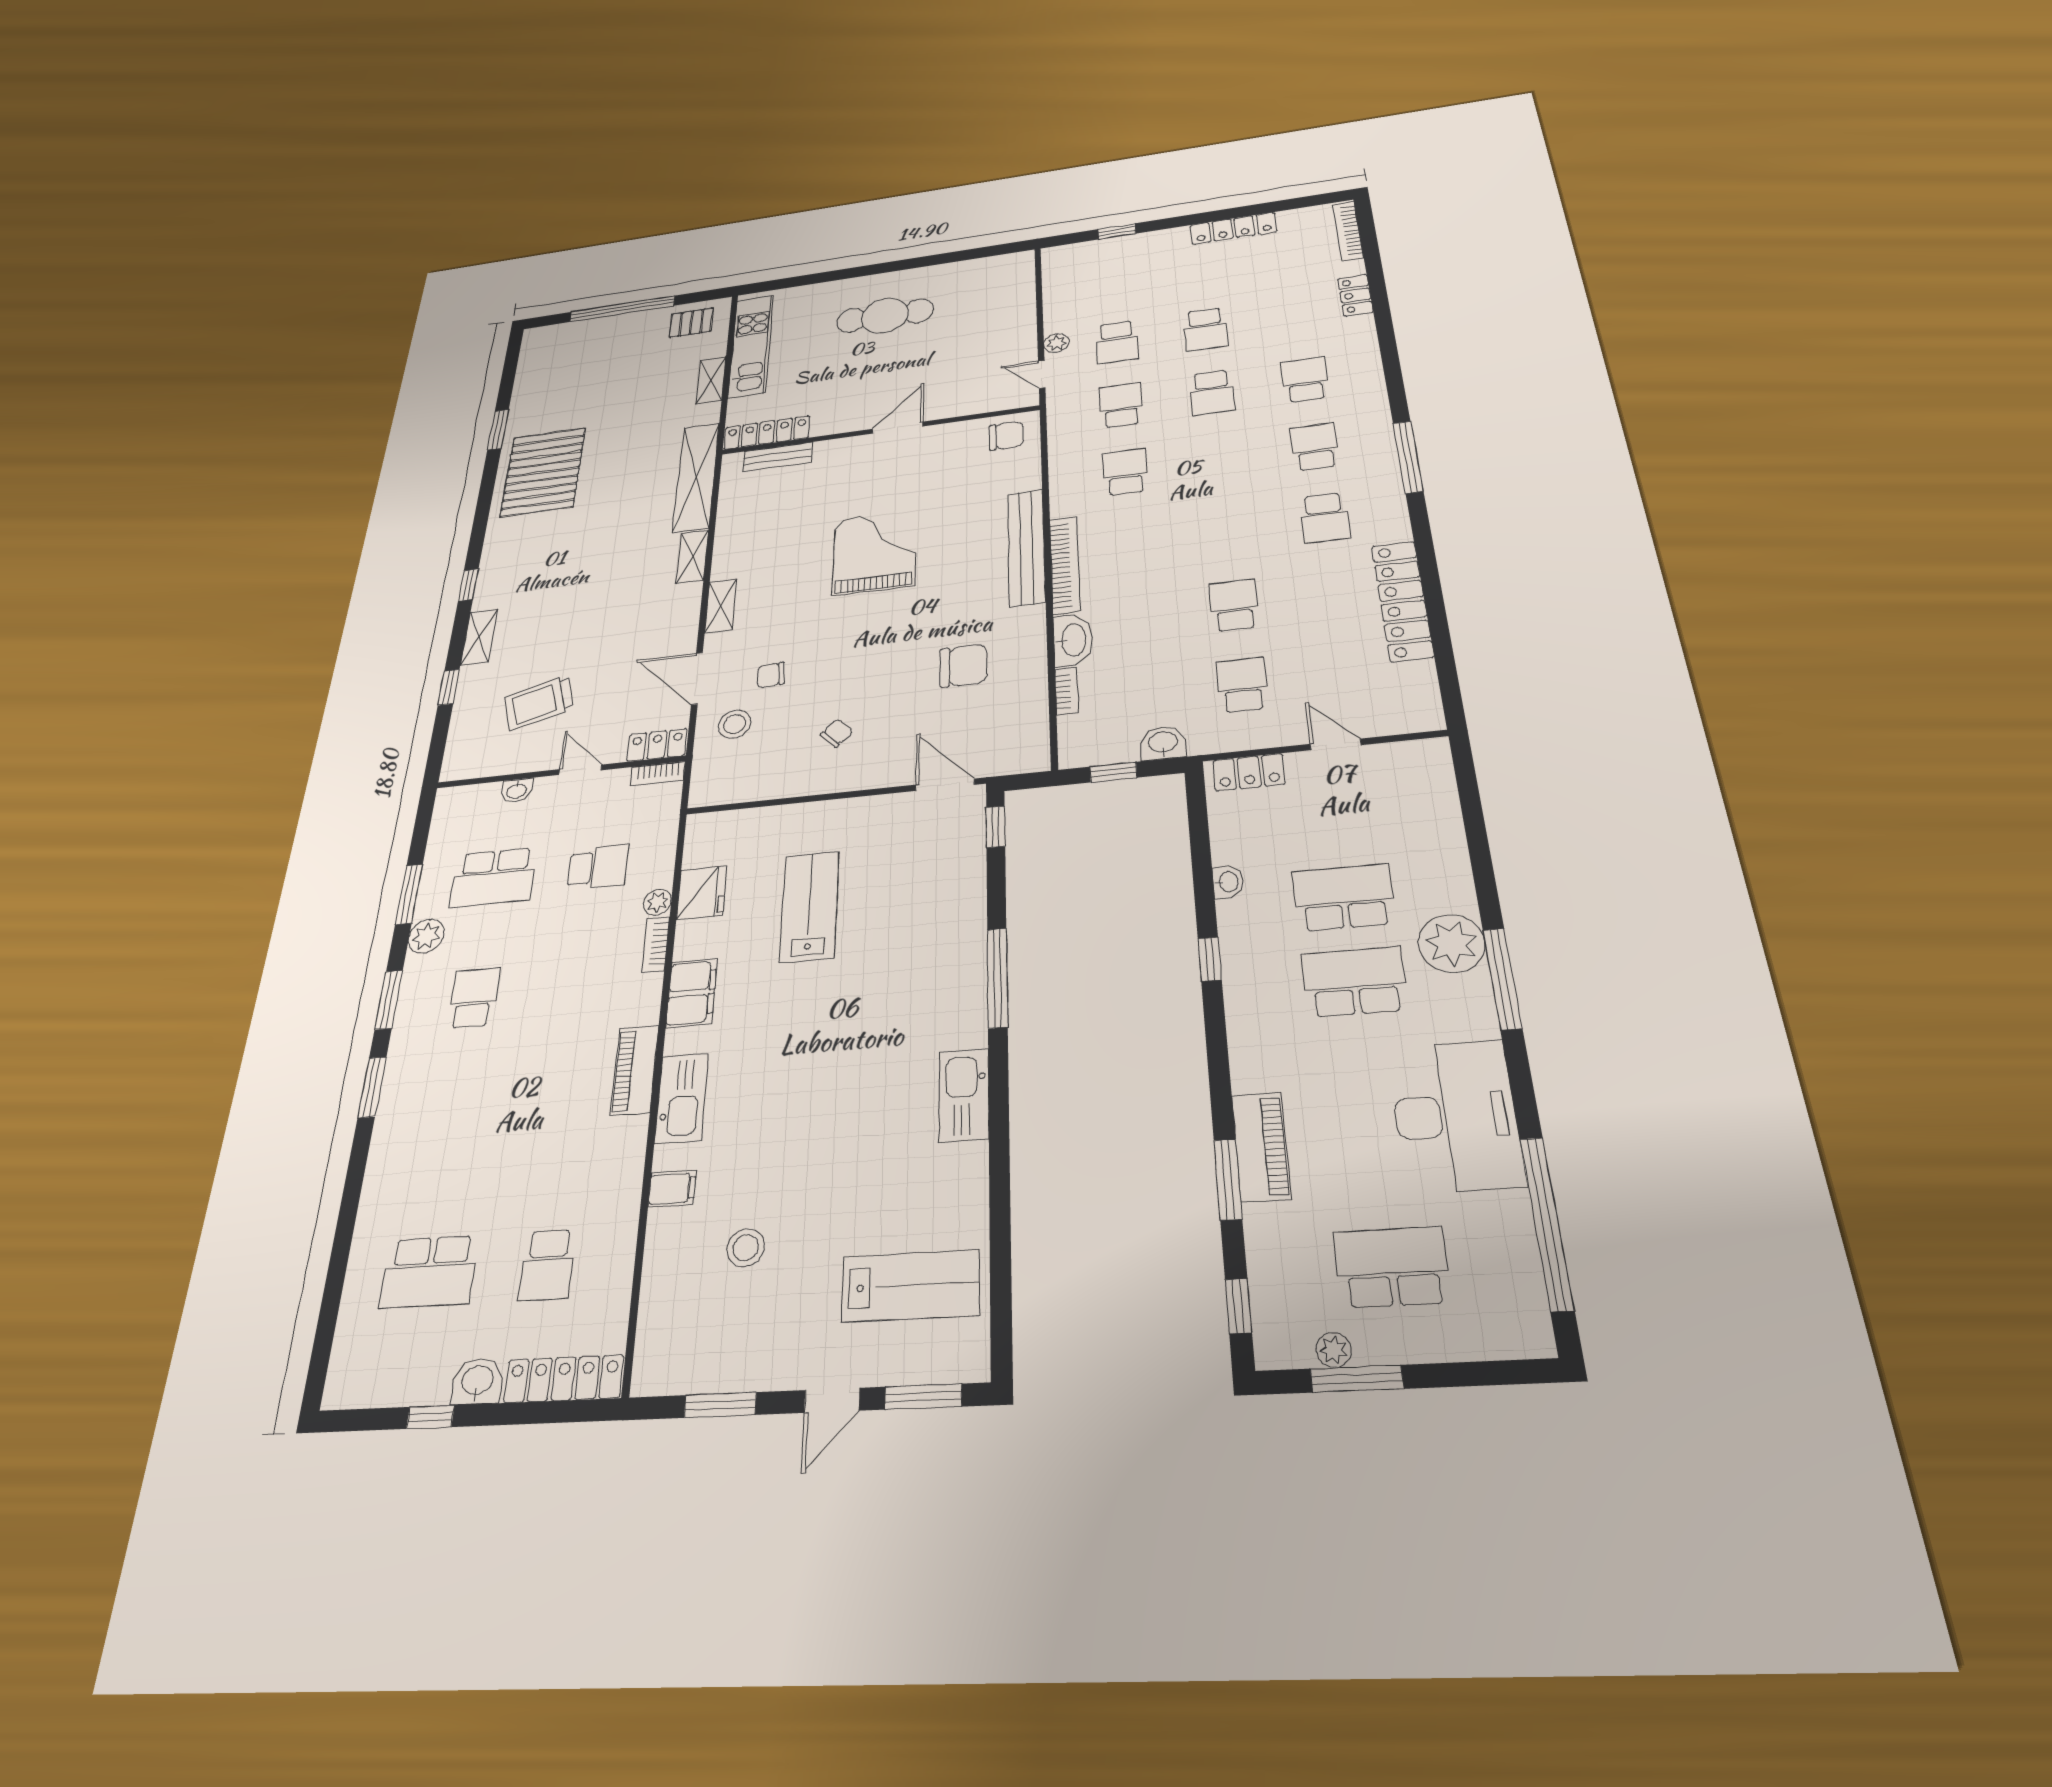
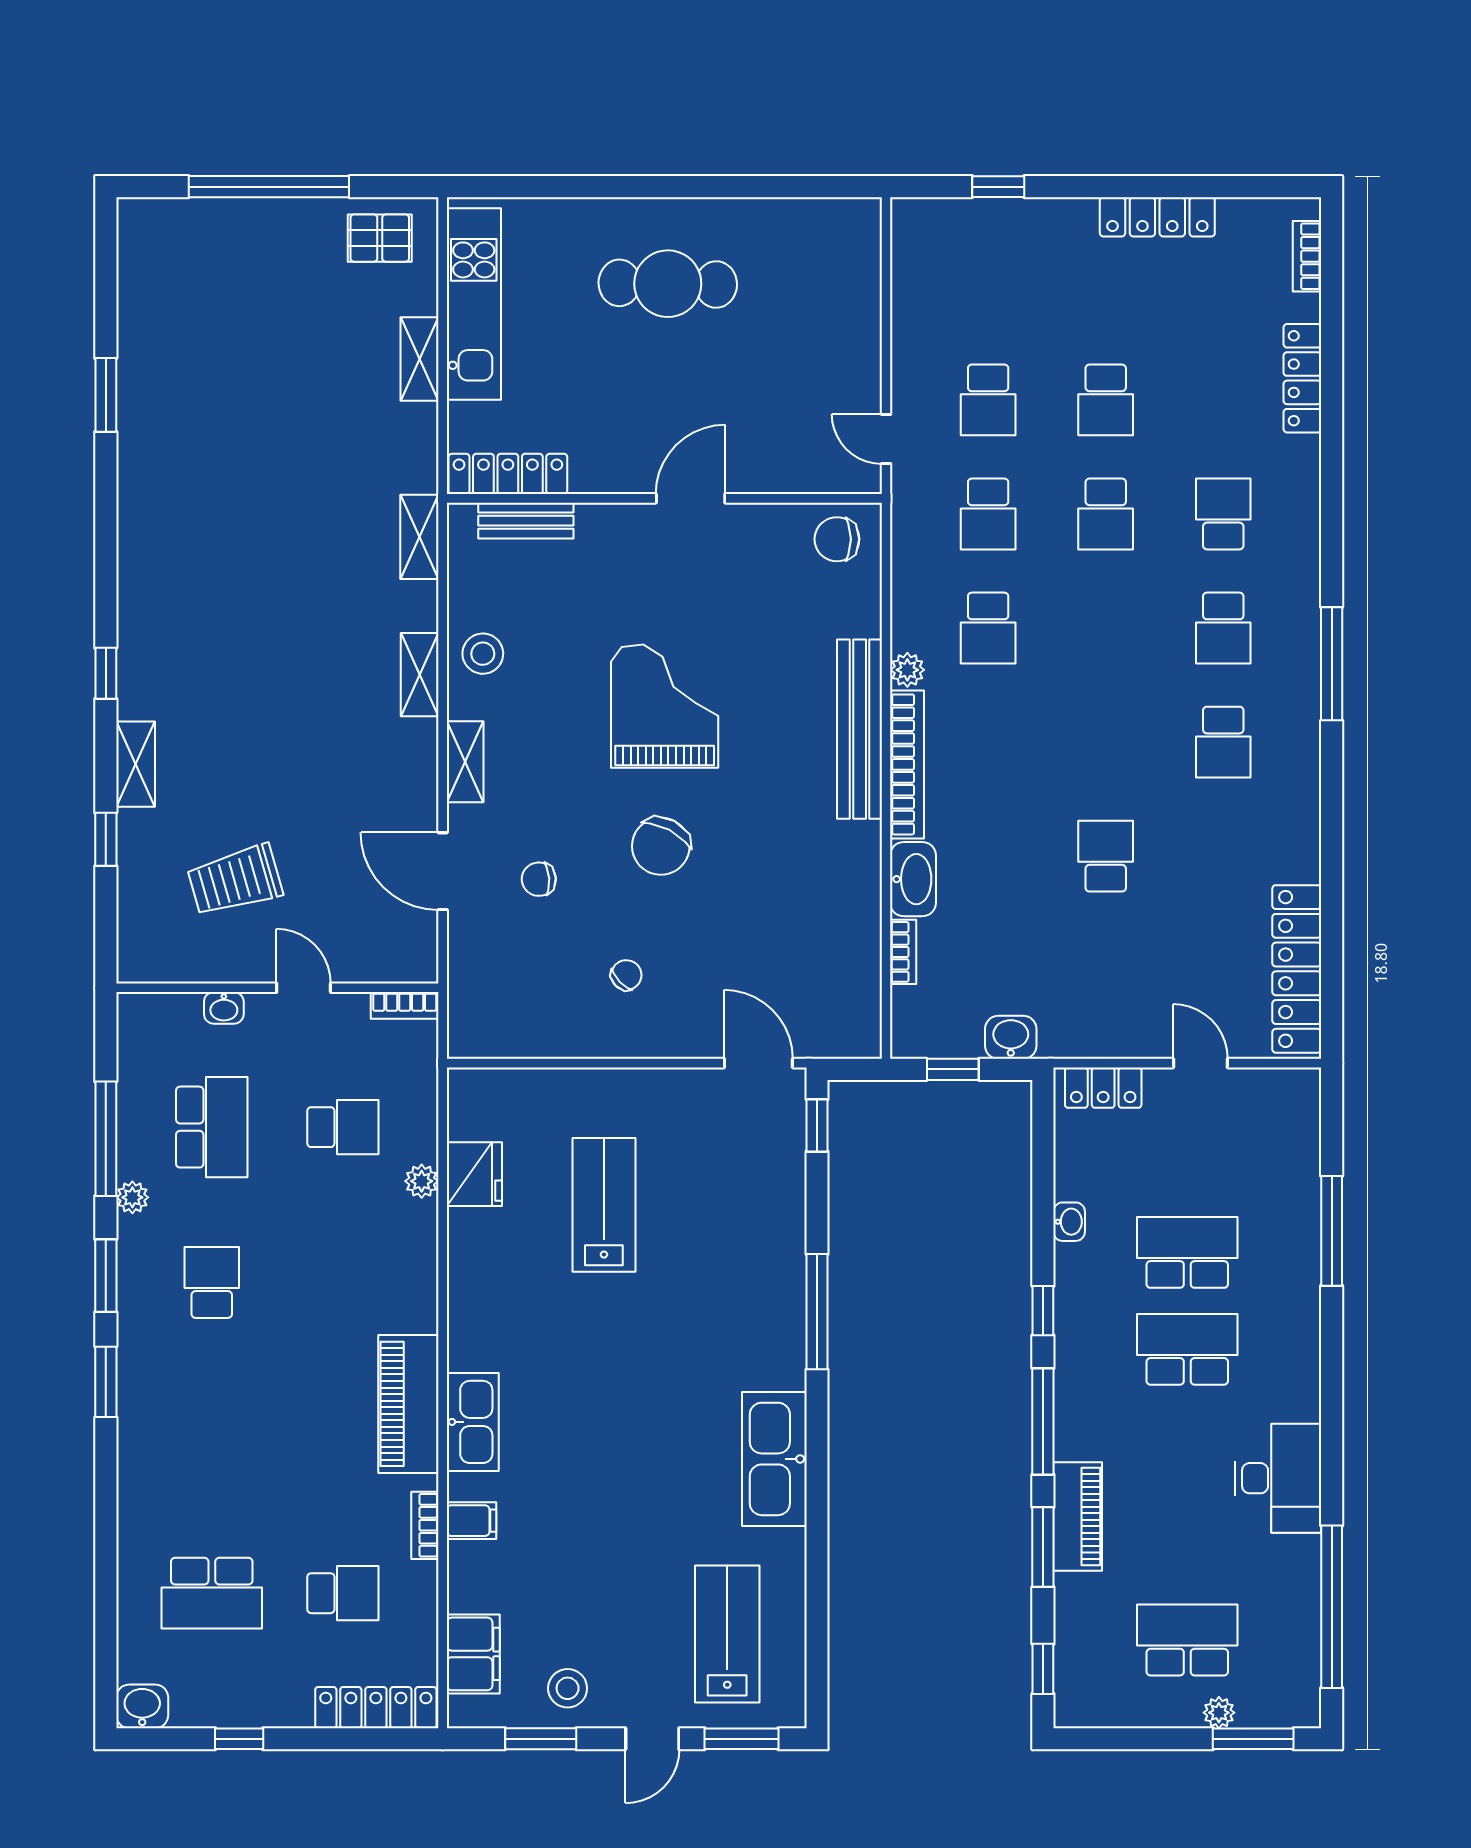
bookcase: (1348, 231) -> (1307, 256), width x0.64
locker: (1355, 295) -> (1302, 378), width x1.53
plant: (1056, 343) -> (907, 670), moved
school desk: (1121, 405) -> (988, 514), turned 180
chair: (1006, 436) -> (837, 539), turned 180
school desk: (1314, 447) -> (1223, 628), turned 180
pallet: (543, 472) -> (187, 488), removed
school desk: (1125, 472) -> (988, 628), turned 180
shelving: (696, 477) -> (419, 537), width x0.45, depth x0.75
locker: (1402, 601) -> (1297, 969), moved
chair: (963, 666) -> (661, 846), moved, turned 118
school desk: (1242, 685) -> (1106, 970), removed
stool: (735, 724) -> (483, 654), moved
locker: (657, 745) -> (400, 964), removed
school desk: (493, 877) -> (212, 1127), turned -90
window: (409, 894) -> (106, 1139), width x1.44
plant: (426, 936) -> (132, 1197), width x0.73, depth x0.73
plant: (1452, 943) -> (1288, 1315), removed
bookcase: (656, 944) -> (425, 1525), moved
window: (1502, 979) -> (1332, 1231), moved
filing cabinet: (692, 993) -> (473, 1654), moved
window: (1218, 1058) -> (1043, 1421), added
piano: (635, 1070) -> (408, 1404), width x1.37, depth x1.33
kitchen sink: (964, 1095) -> (774, 1459), width x1.36, depth x1.24
desk: (1455, 1116) -> (1278, 1478), width x0.73, depth x0.77
stool: (746, 1248) -> (568, 1688), moved
school desk: (547, 1265) -> (343, 1593), turned -90
lab bench: (910, 1286) -> (727, 1634), turned -90
plant: (1334, 1350) -> (1219, 1713), moved
window: (1357, 1379) -> (1253, 1739), moved
washbasin: (477, 1381) -> (142, 1706), moved

